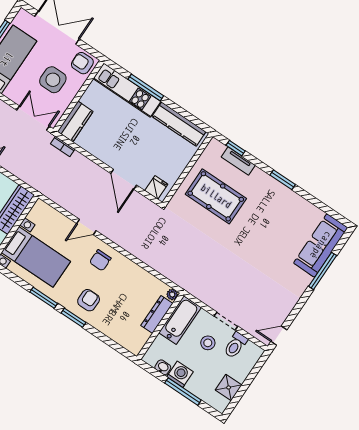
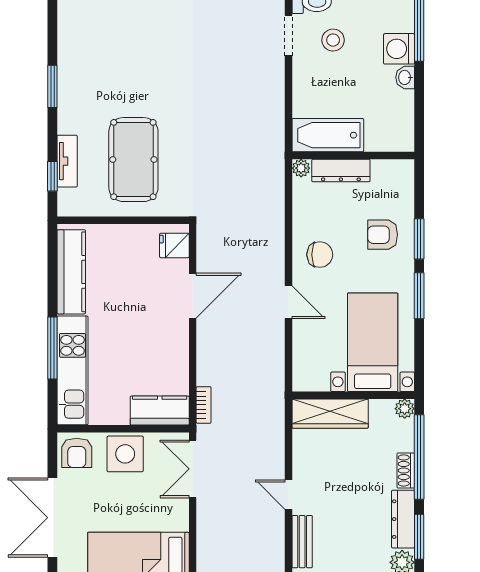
side table: (53, 80) -> (125, 454), moved
plant: (172, 294) -> (301, 168), moved
dresser: (157, 314) -> (341, 171), moved
bathtub: (180, 320) -> (328, 135), moved
wall: (160, 326) -> (353, 156), moved

